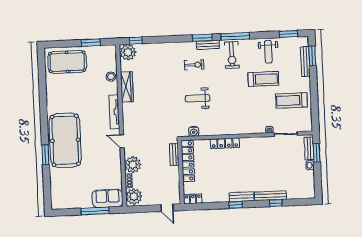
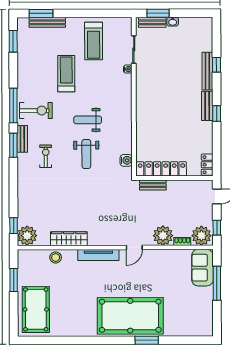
weight bench: (268, 52) -> (88, 120), moved, turned 180
locker: (225, 143) -> (142, 123), removed
window: (141, 209) -> (217, 228), added

